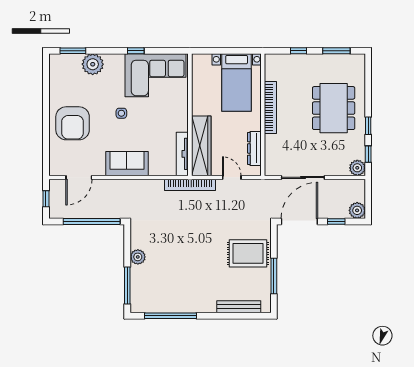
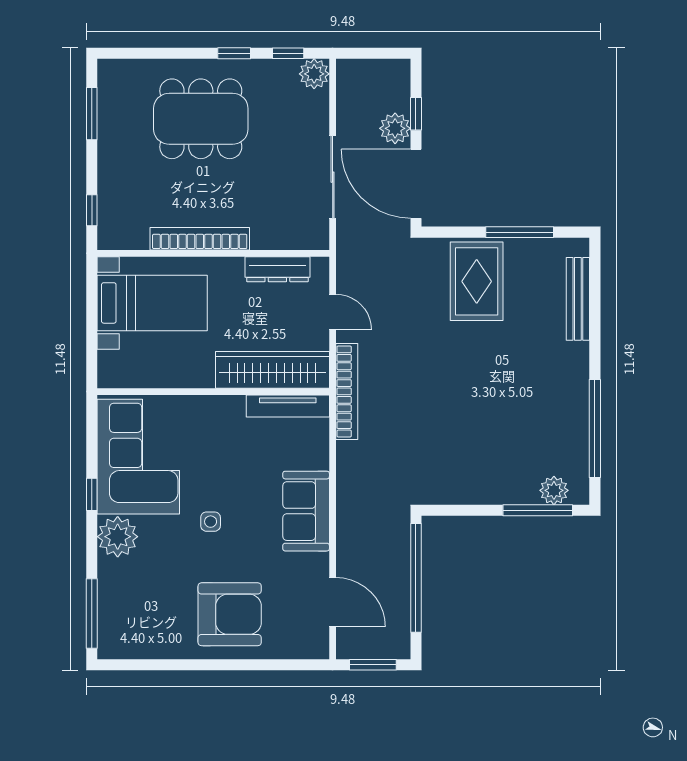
window: (73, 51) -> (92, 614), width x1.44
window: (299, 51) -> (92, 210), moved
plant: (93, 64) -> (118, 537), moved
door: (232, 177) -> (333, 312), swing flipped
window: (46, 199) -> (373, 665), width x1.50
plant: (357, 210) -> (395, 128), moved
plant: (138, 257) -> (554, 490), moved

